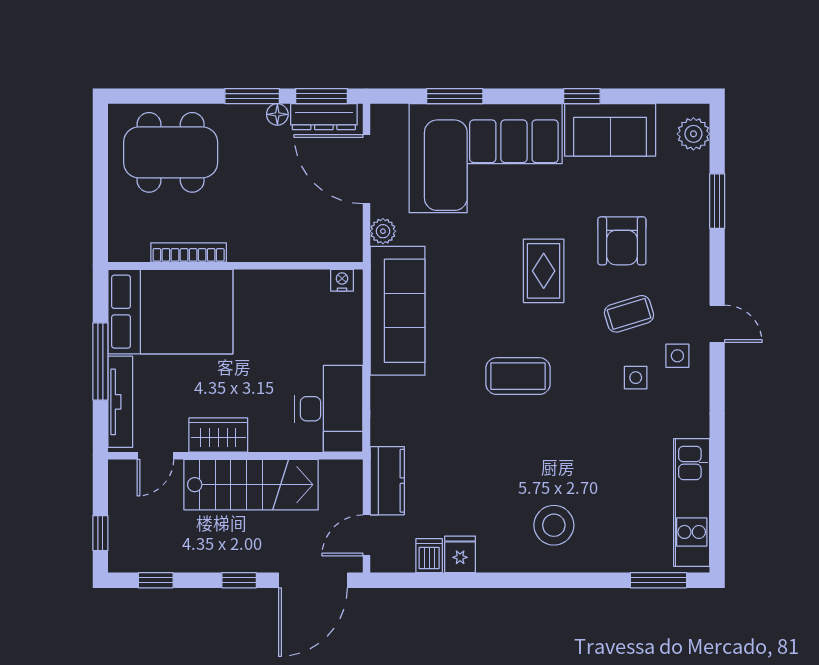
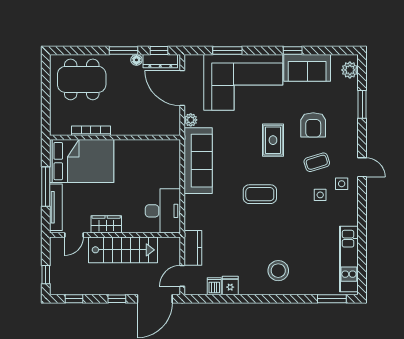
window: (321, 96) -> (159, 51), width x0.67
nightstand: (342, 280) -> (170, 145), removed

